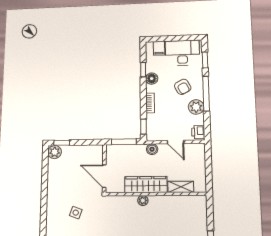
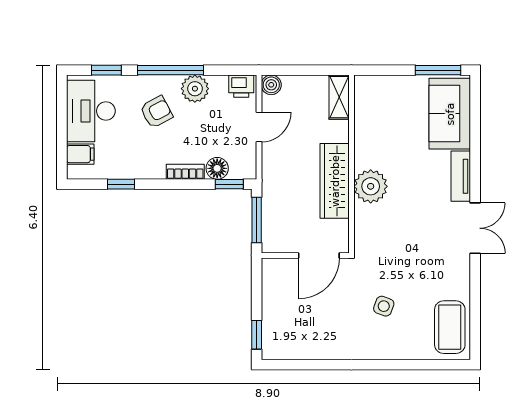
floor lamp: (152, 79) -> (217, 168), moved
boiler: (152, 149) -> (271, 85), moved
plant: (55, 152) -> (274, 347), removed
shelving: (181, 187) -> (339, 97), moved
plant: (143, 200) -> (371, 186), width x1.88, depth x1.88

